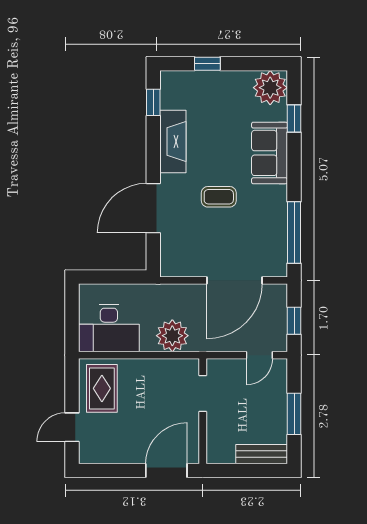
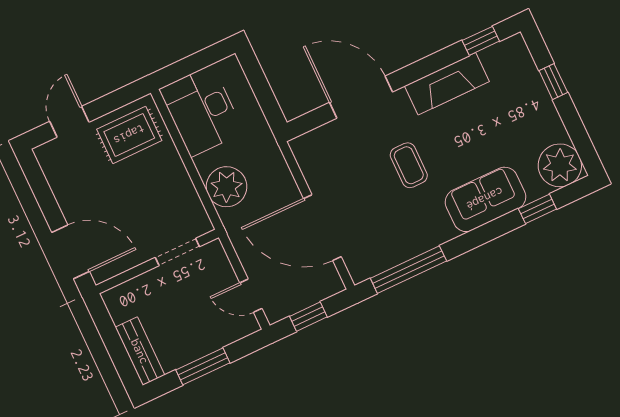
door: (72, 427) -> (69, 122), hinge flipped

